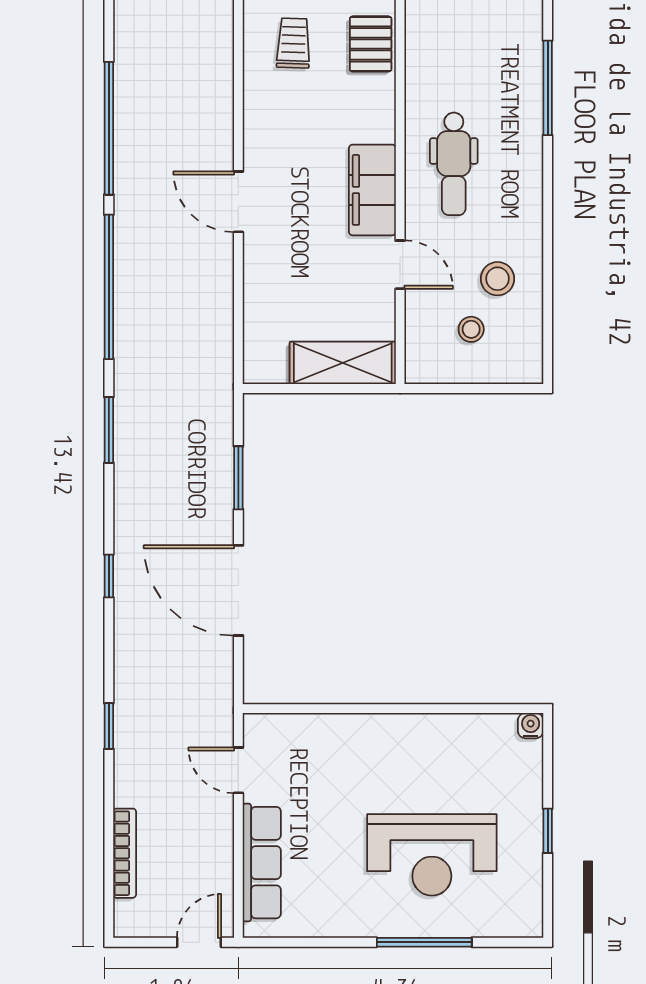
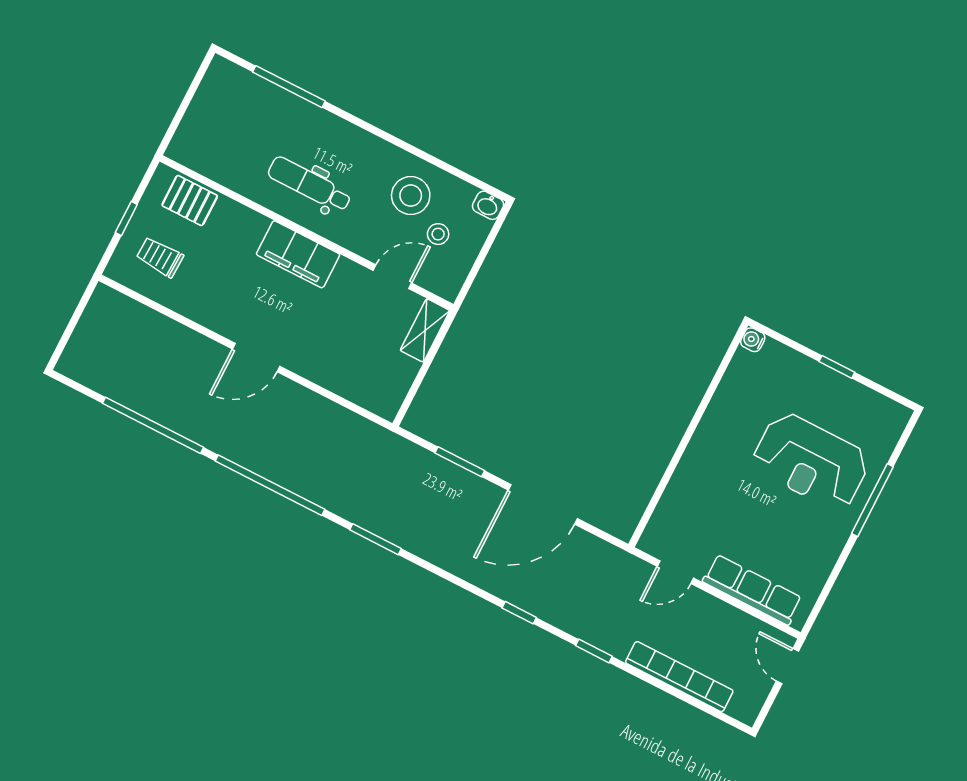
dental chair: (454, 164) -> (309, 184), turned 180
door: (400, 265) -> (392, 277), moved
stool: (497, 279) -> (411, 196), width x1.38, depth x1.38
shelving: (343, 363) -> (425, 330), width x0.67, depth x0.75
washbasin: (530, 367) -> (488, 205), added
window: (109, 576) -> (519, 613), moved
bookcase: (125, 853) -> (679, 677), width x1.48, depth x1.31
reception desk: (432, 855) -> (811, 461), turned 90

